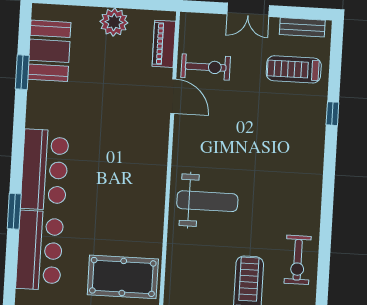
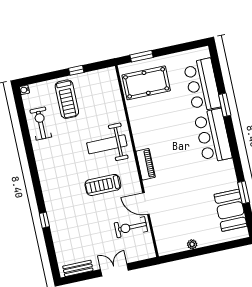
plant: (114, 22) -> (192, 244), width x0.53, depth x0.53
piano: (164, 44) -> (146, 164), moved
treadmill: (294, 69) -> (103, 185), moved, turned 180

